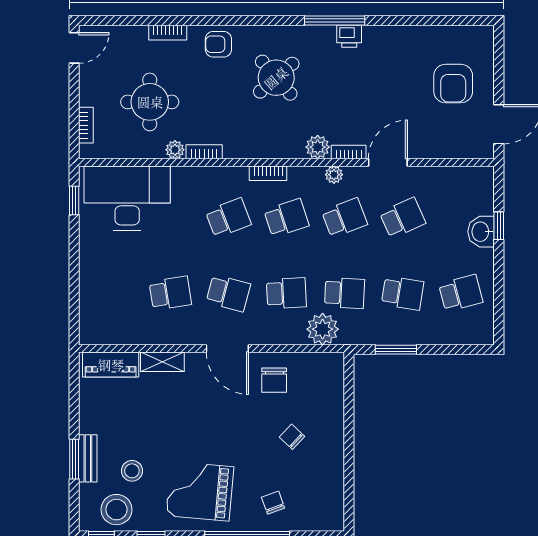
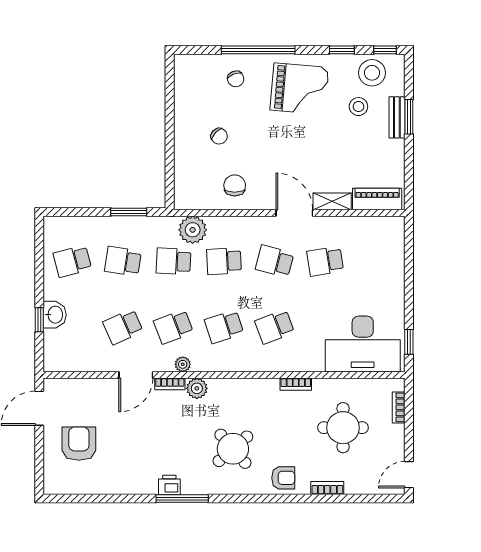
plant: (175, 150) -> (321, 386), removed
bookcase: (268, 173) -> (240, 366), removed
door: (227, 349) -> (294, 213), moved

